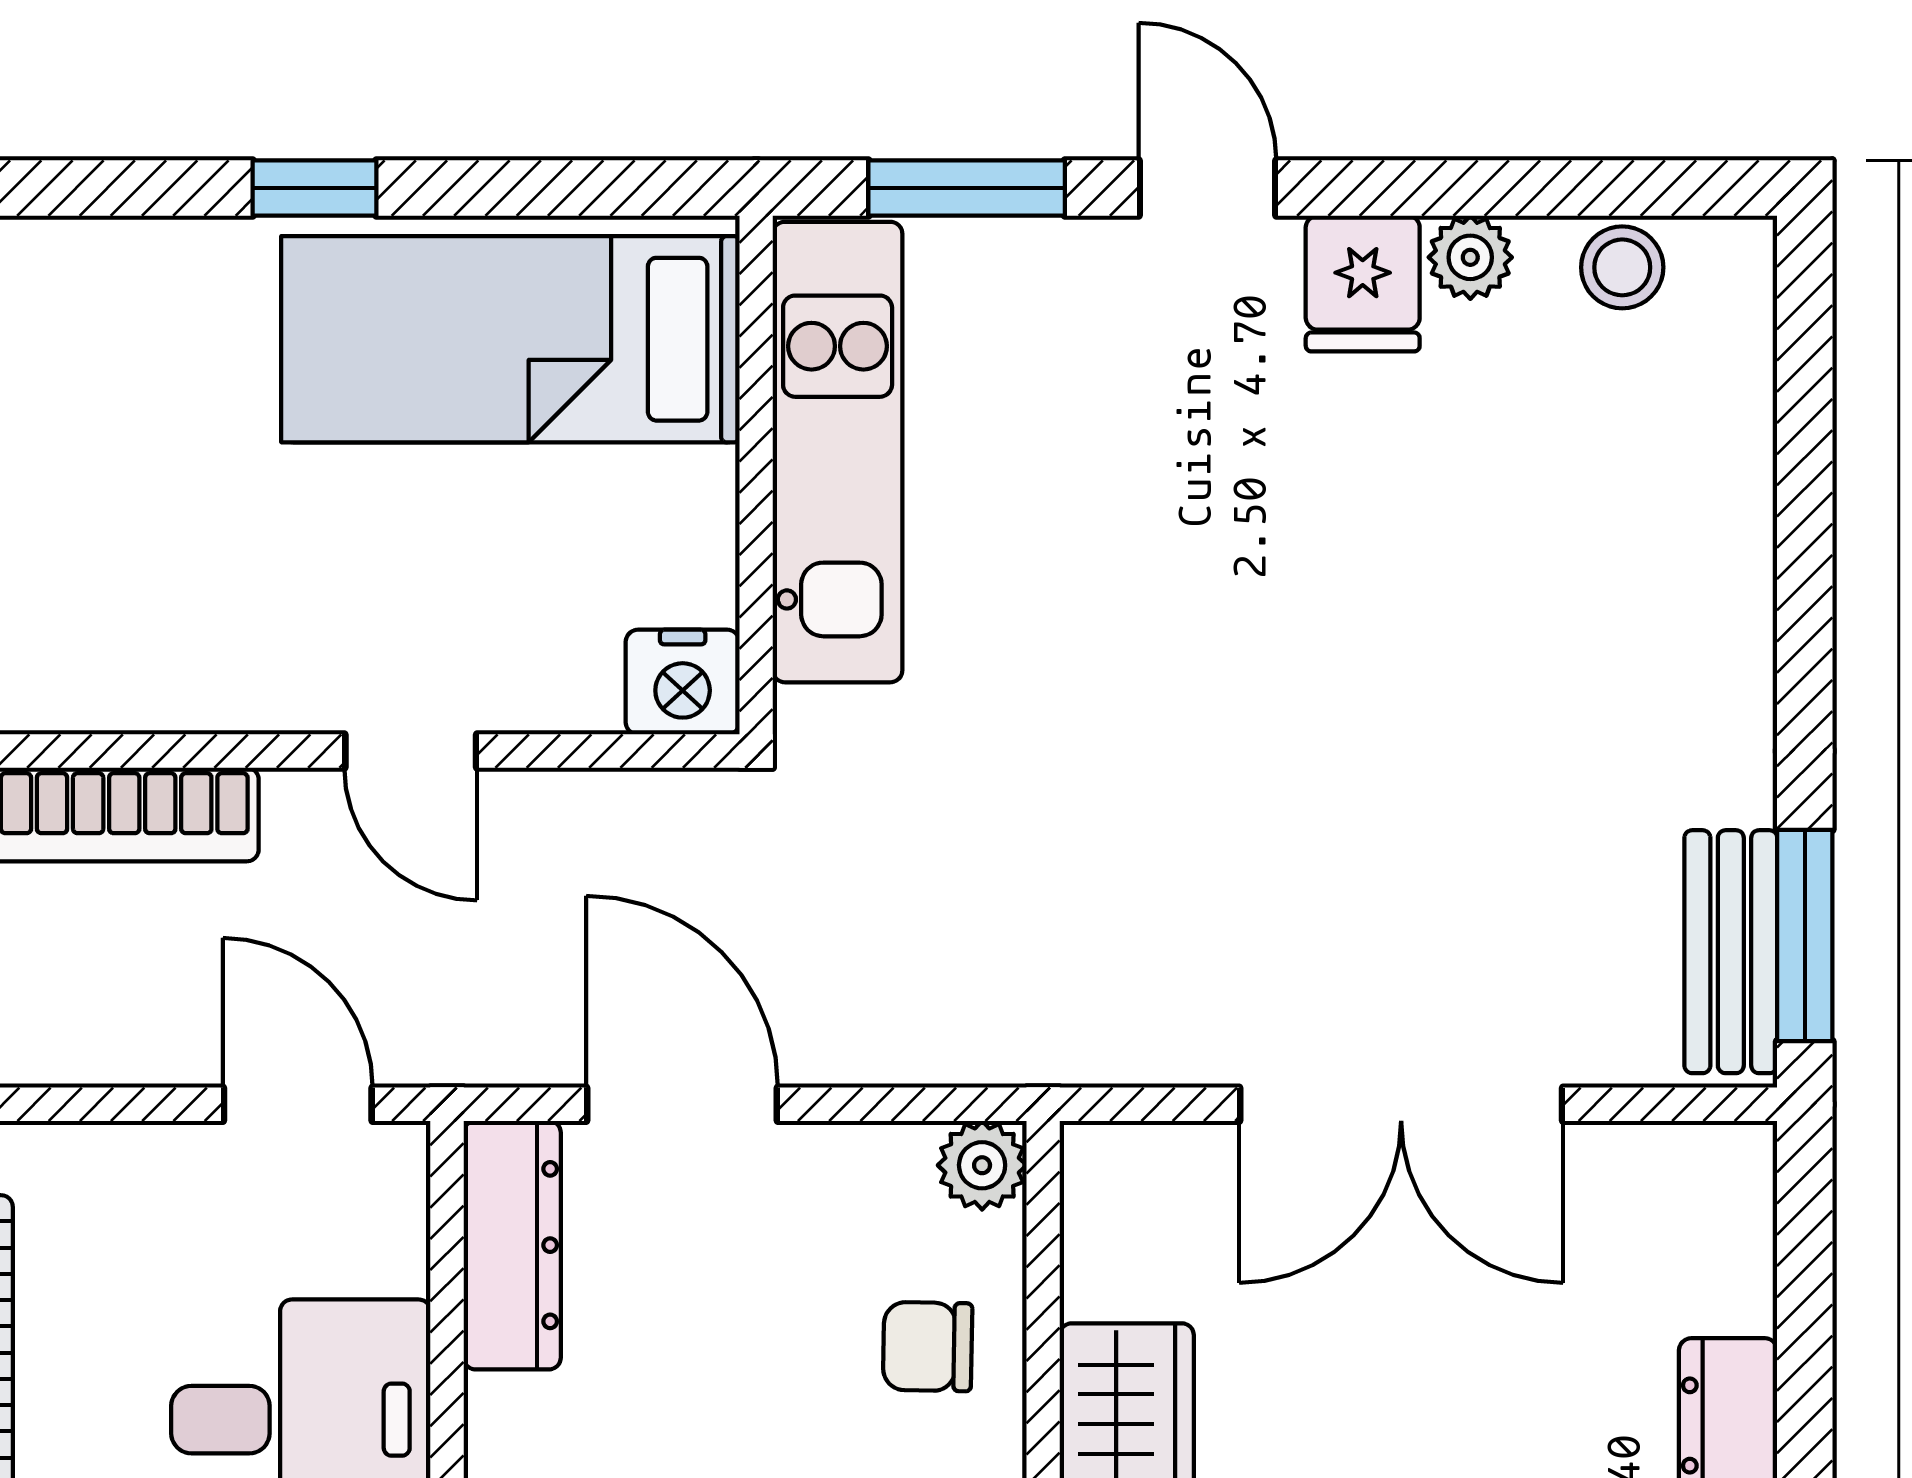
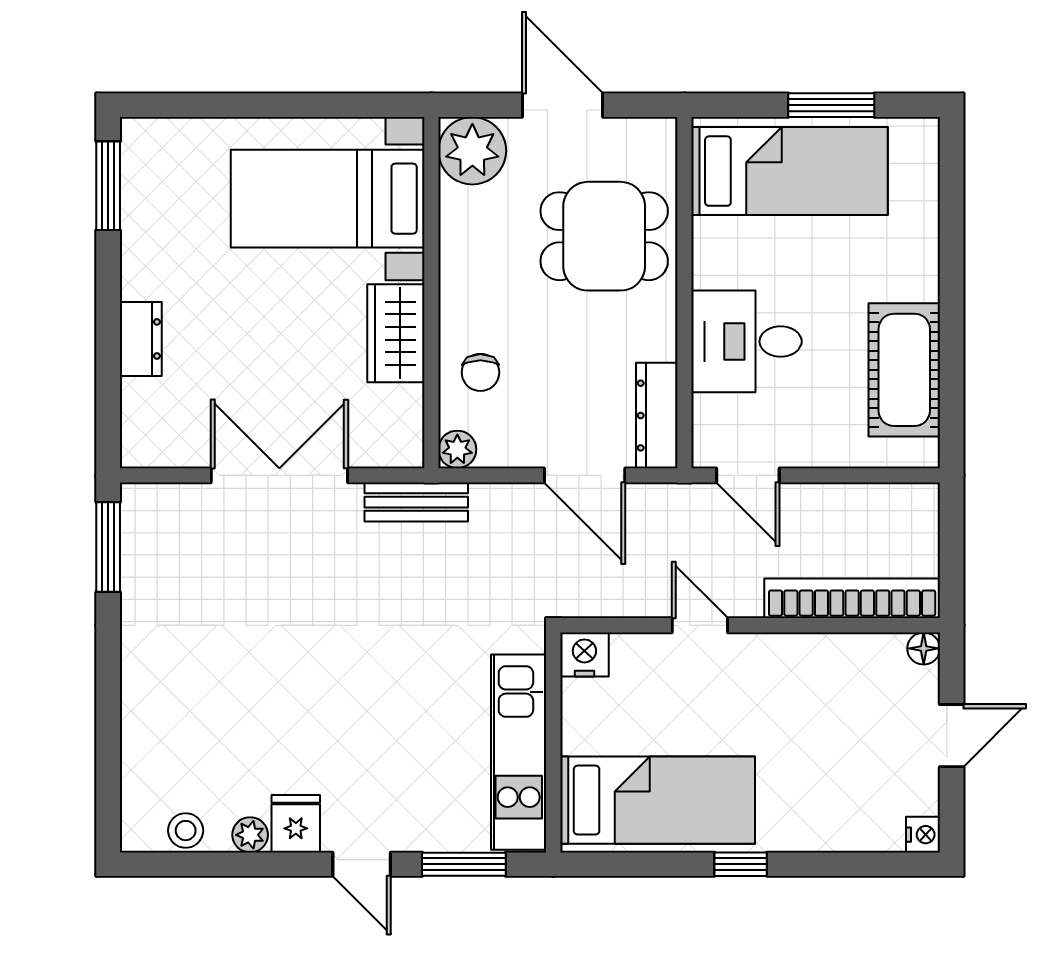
bench: (1731, 952) -> (416, 502), moved, turned 90
chair: (928, 1347) -> (480, 372), turned 89

